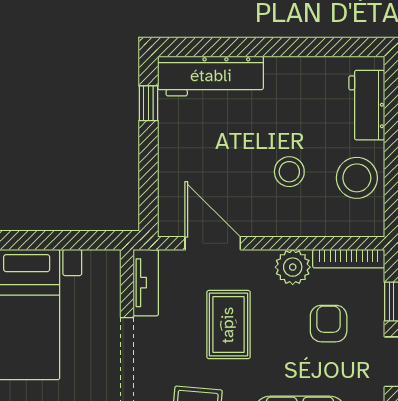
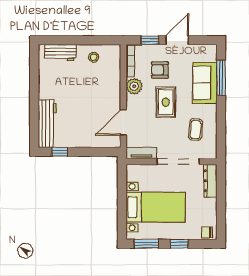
stool: (289, 172) -> (91, 88), removed
stool: (357, 178) -> (94, 57), width x0.53, depth x0.53
rug: (228, 325) -> (166, 102), moved, turned 90

